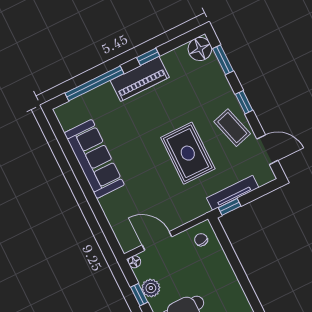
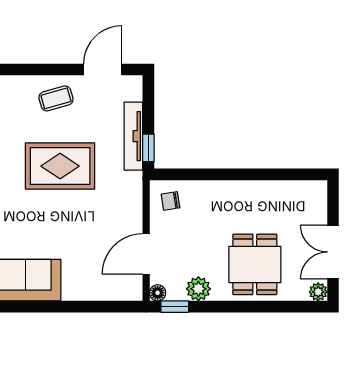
window: (244, 102) -> (33, 70), removed
coffee table: (232, 128) -> (56, 98), width x0.73, depth x0.77
window: (139, 295) -> (175, 307), moved

